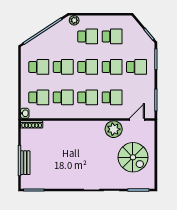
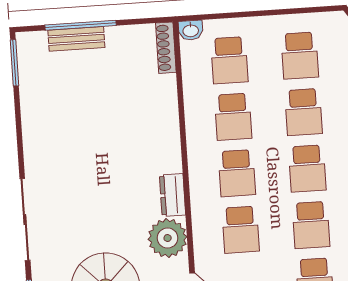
dresser: (95, 126) -> (173, 195), added

